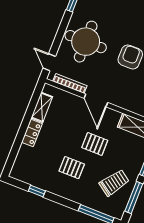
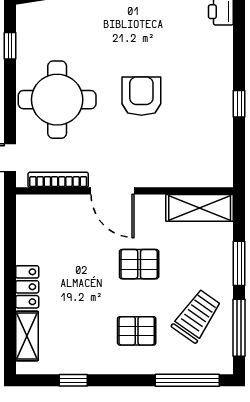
shelving: (42, 107) -> (27, 336), moved
pallet: (72, 168) -> (137, 331), moved

